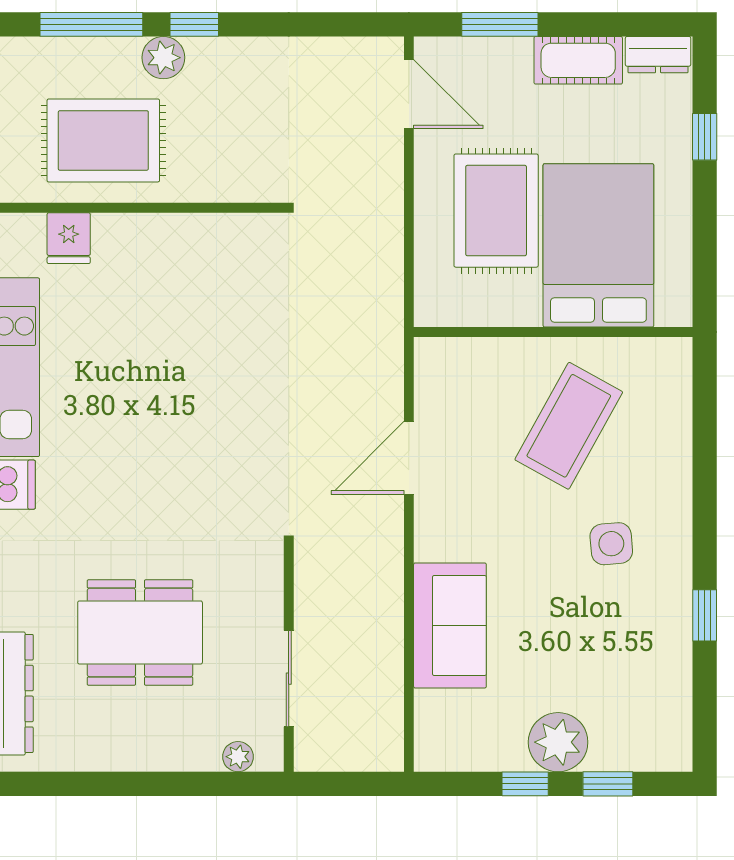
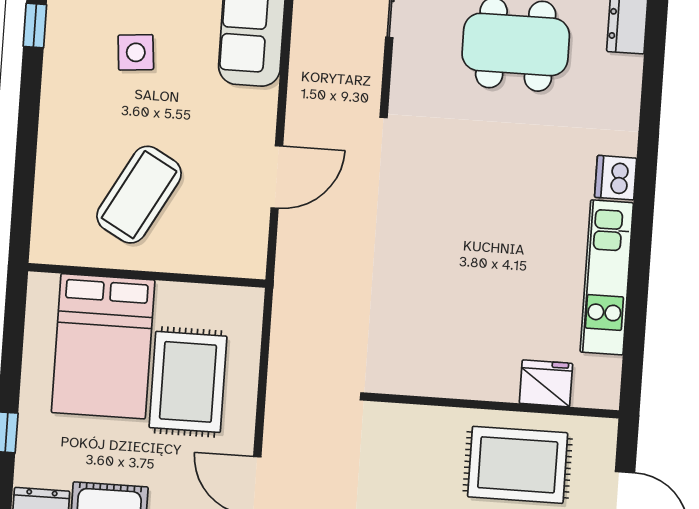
fridge: (69, 238) -> (546, 383), width x1.38
side table: (611, 544) -> (136, 52), moved

